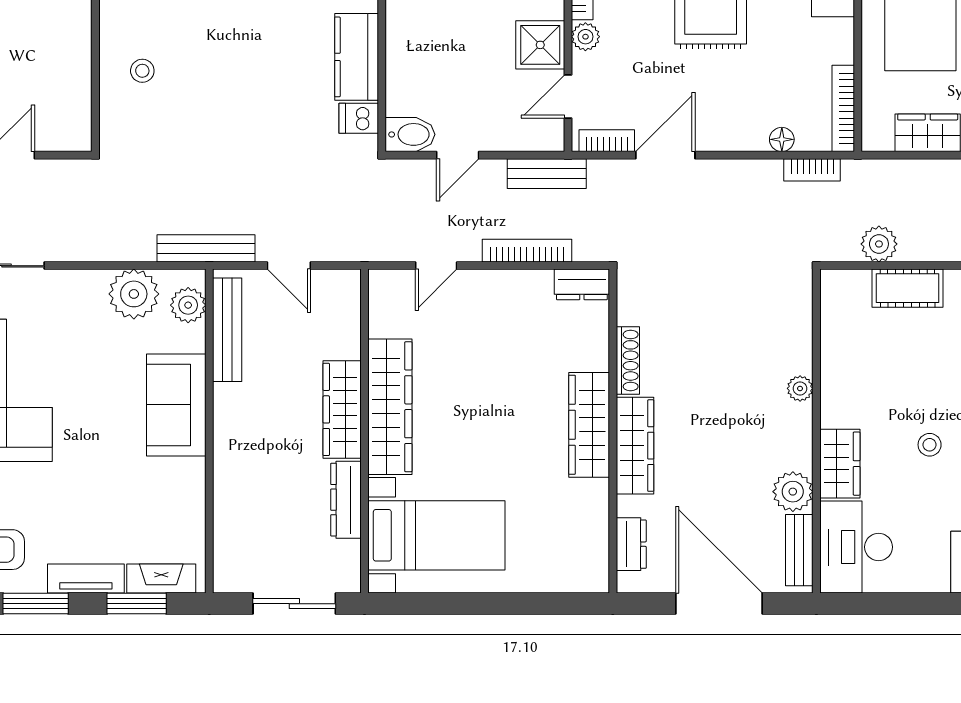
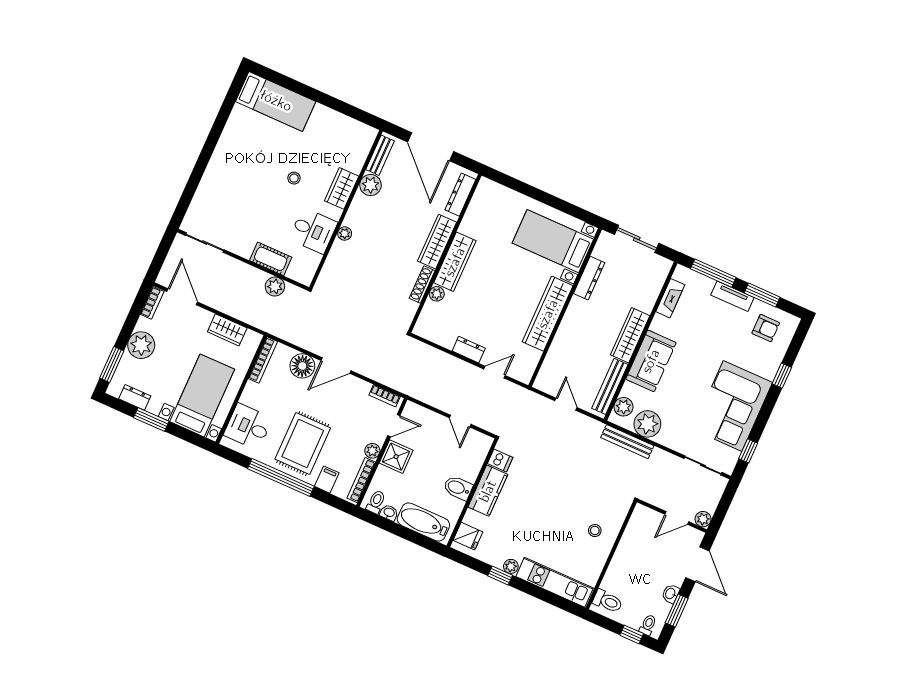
bidet: (410, 134) -> (458, 488), moved
floor lamp: (782, 139) -> (302, 366), width x1.89, depth x1.89
door: (458, 155) -> (460, 421), swing flipped
door: (665, 155) -> (336, 366), moved
bookcase: (812, 170) -> (291, 337), removed
bench: (547, 174) -> (421, 393), removed
bench: (206, 248) -> (627, 442), moved
bookcase: (527, 251) -> (447, 360), removed
dresser: (582, 284) -> (469, 350), moved
plant: (595, 356) -> (437, 294), added
wardrobe: (342, 409) -> (630, 335), moved, turned 180
dresser: (631, 544) -> (460, 195), width x1.44
desk: (856, 547) -> (313, 231), moved, width x0.73
fireplace: (161, 579) -> (670, 298), moved, turned -90
window: (137, 604) -> (713, 273), width x1.44

